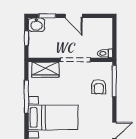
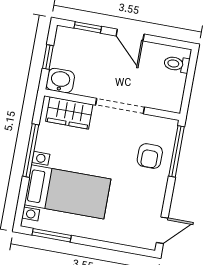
washbasin: (36, 25) -> (60, 81), moved, turned 180
toilet: (105, 53) -> (177, 64), moved

